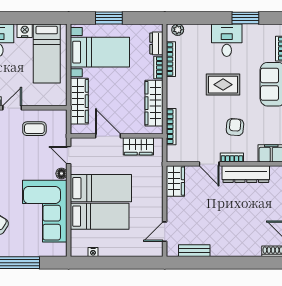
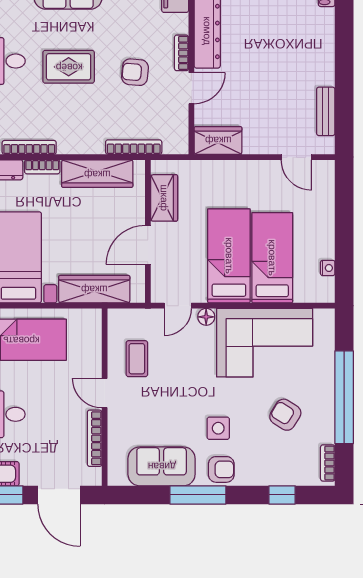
rug: (223, 85) -> (69, 67), turned 90
armchair: (235, 127) -> (135, 72), moved

